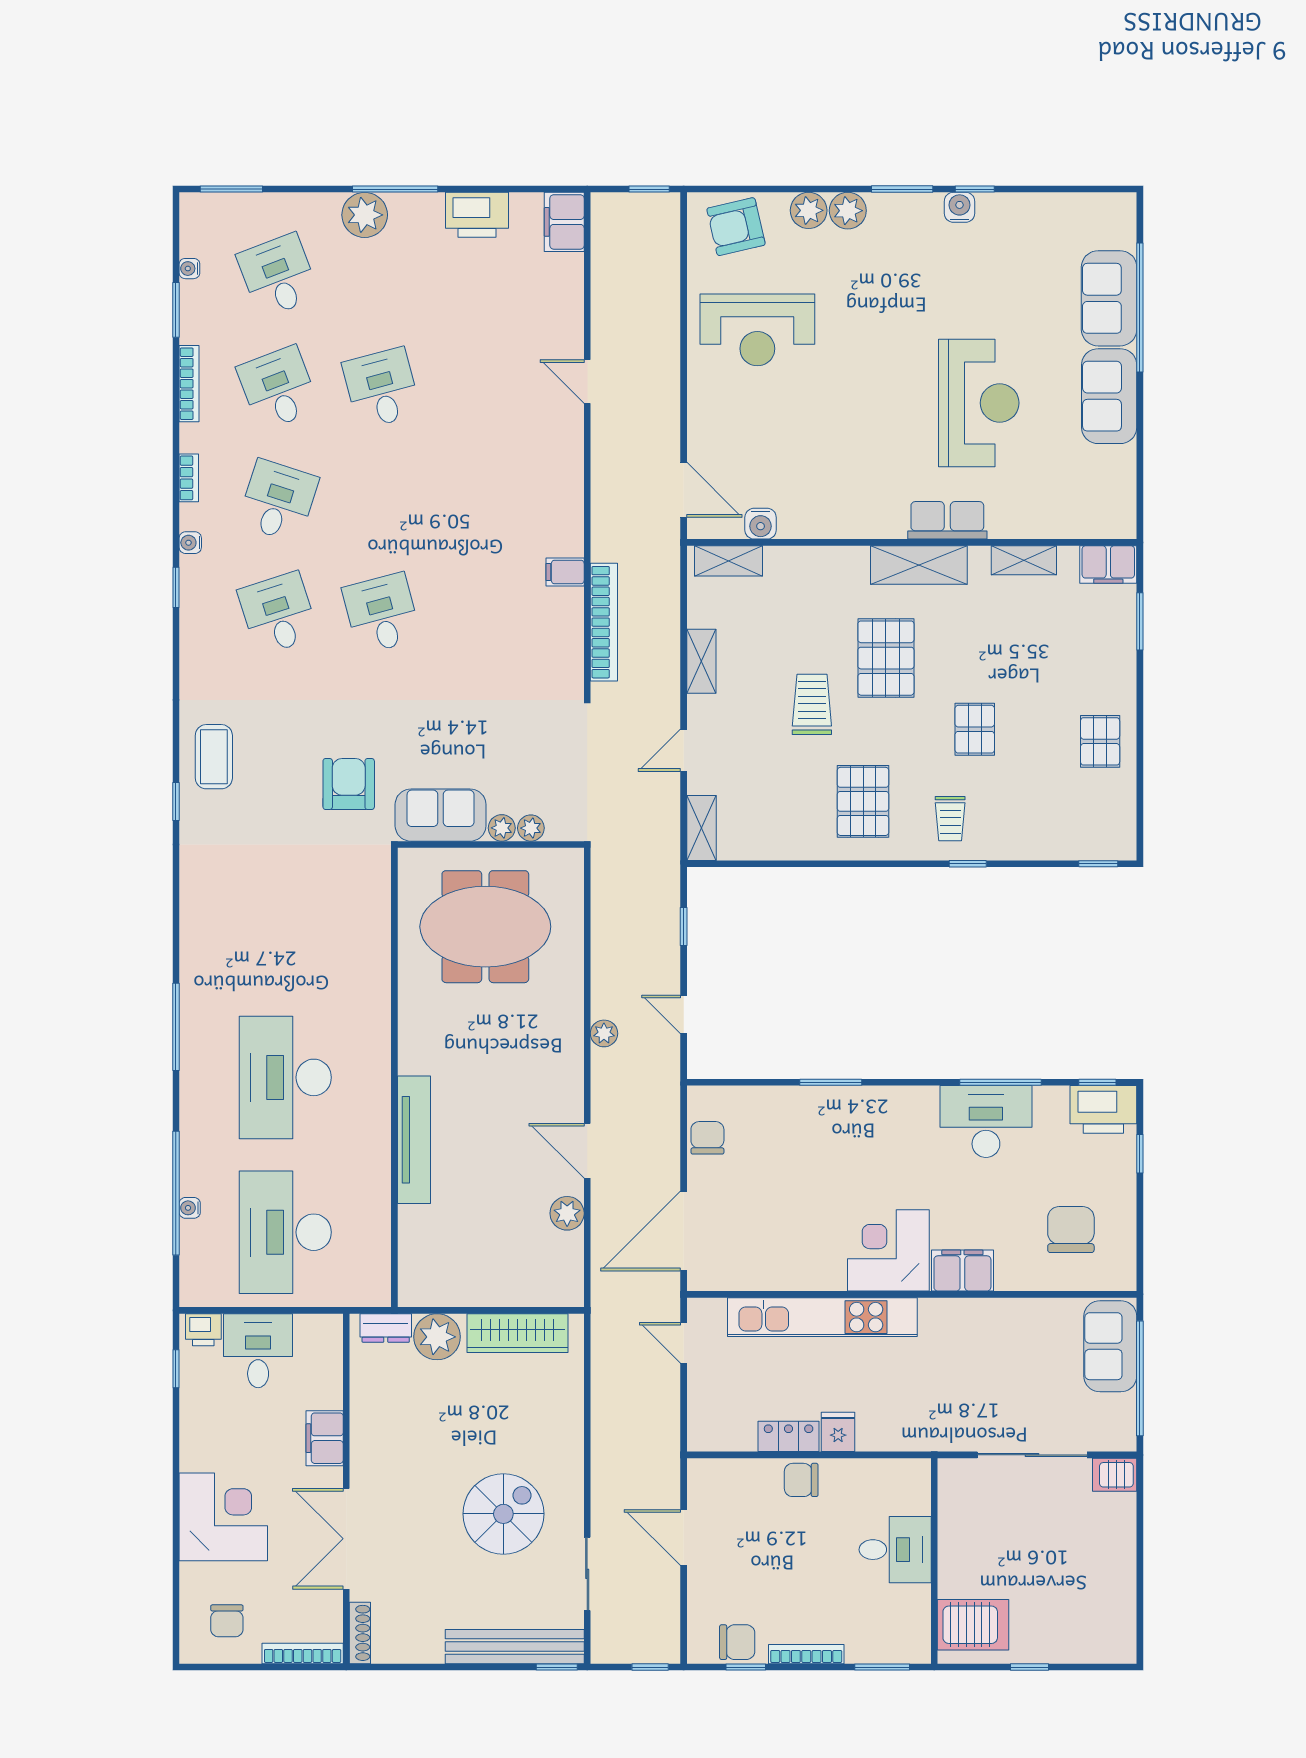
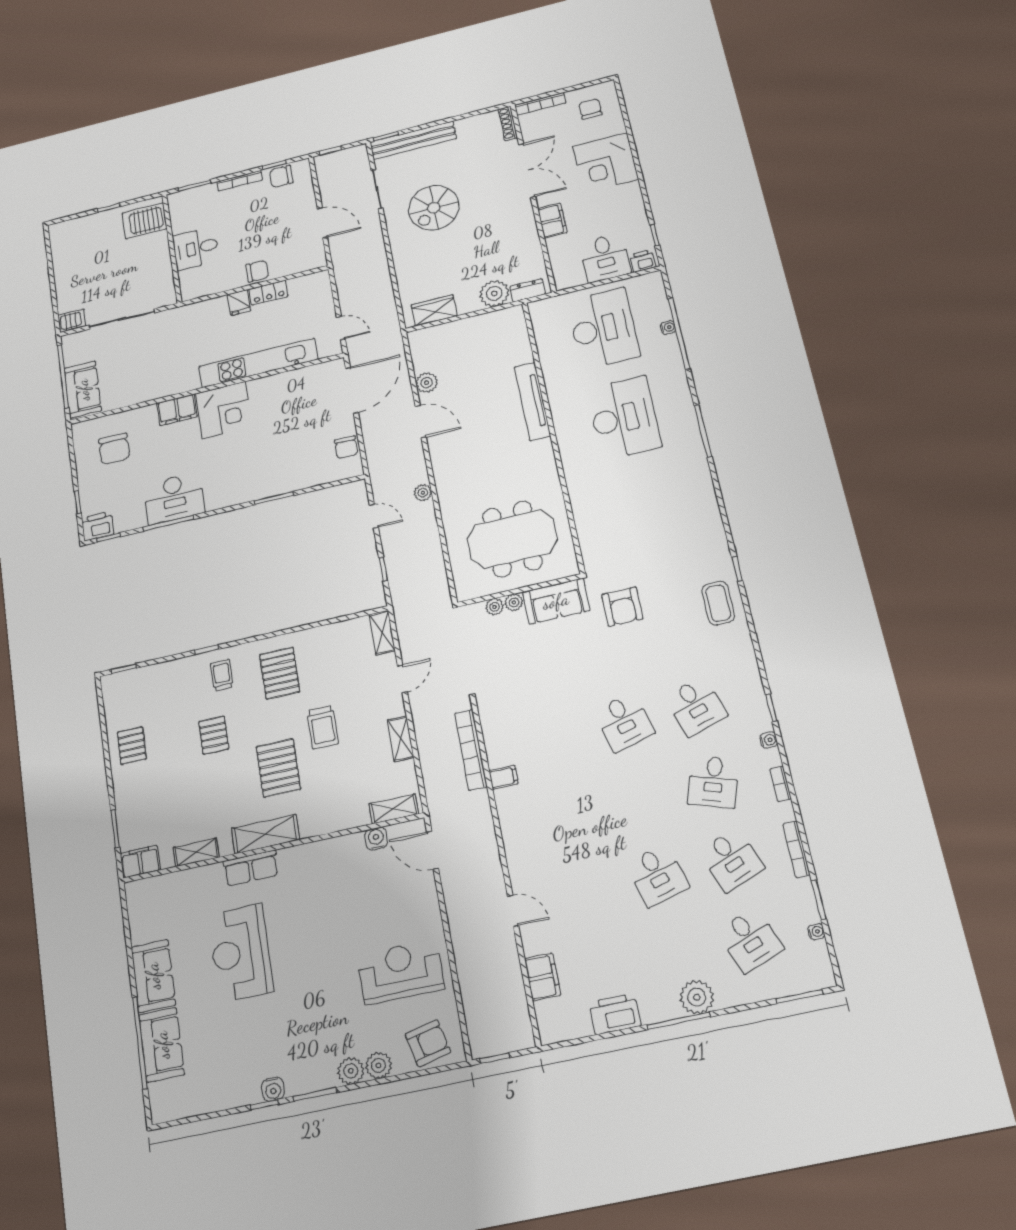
filing cabinet: (564, 222) -> (542, 977), moved
printer: (1103, 1109) -> (98, 526), width x0.73, depth x0.84
wardrobe: (517, 1333) -> (434, 310), width x0.67

